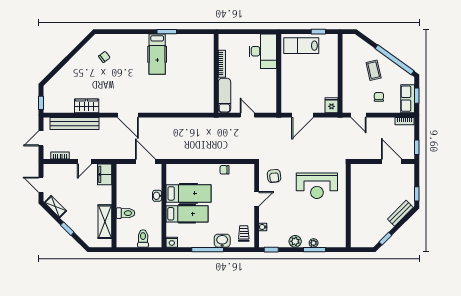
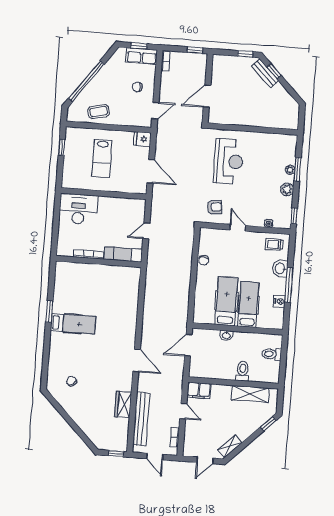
lab bench: (301, 46) -> (102, 158), moved
window: (394, 60) -> (86, 81), moved
coffee table: (374, 70) -> (99, 112), moved
door: (128, 115) -> (137, 360), hinge flipped
door: (392, 161) -> (207, 96), moved
window: (67, 229) -> (268, 424), moved
window: (385, 239) -> (274, 71), moved
nightstand: (172, 242) -> (279, 301), moved

